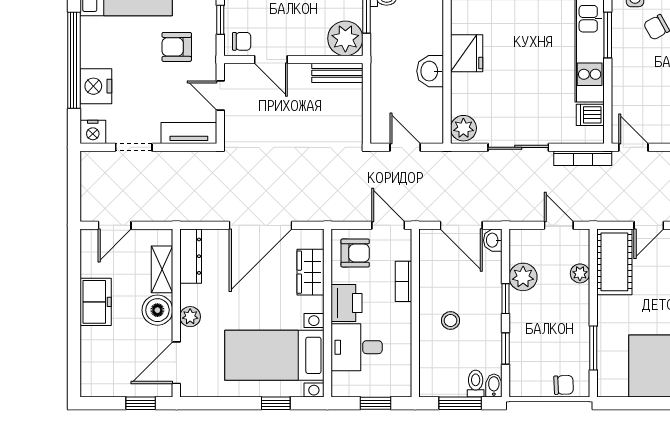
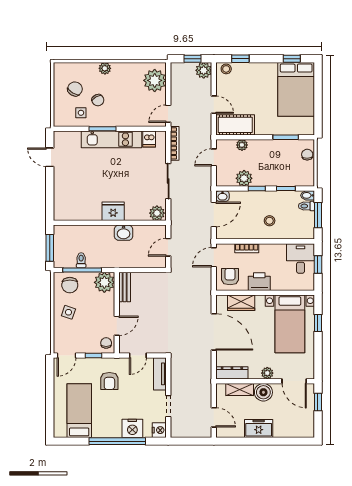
desk: (357, 347) -> (301, 258), moved, turned 180

